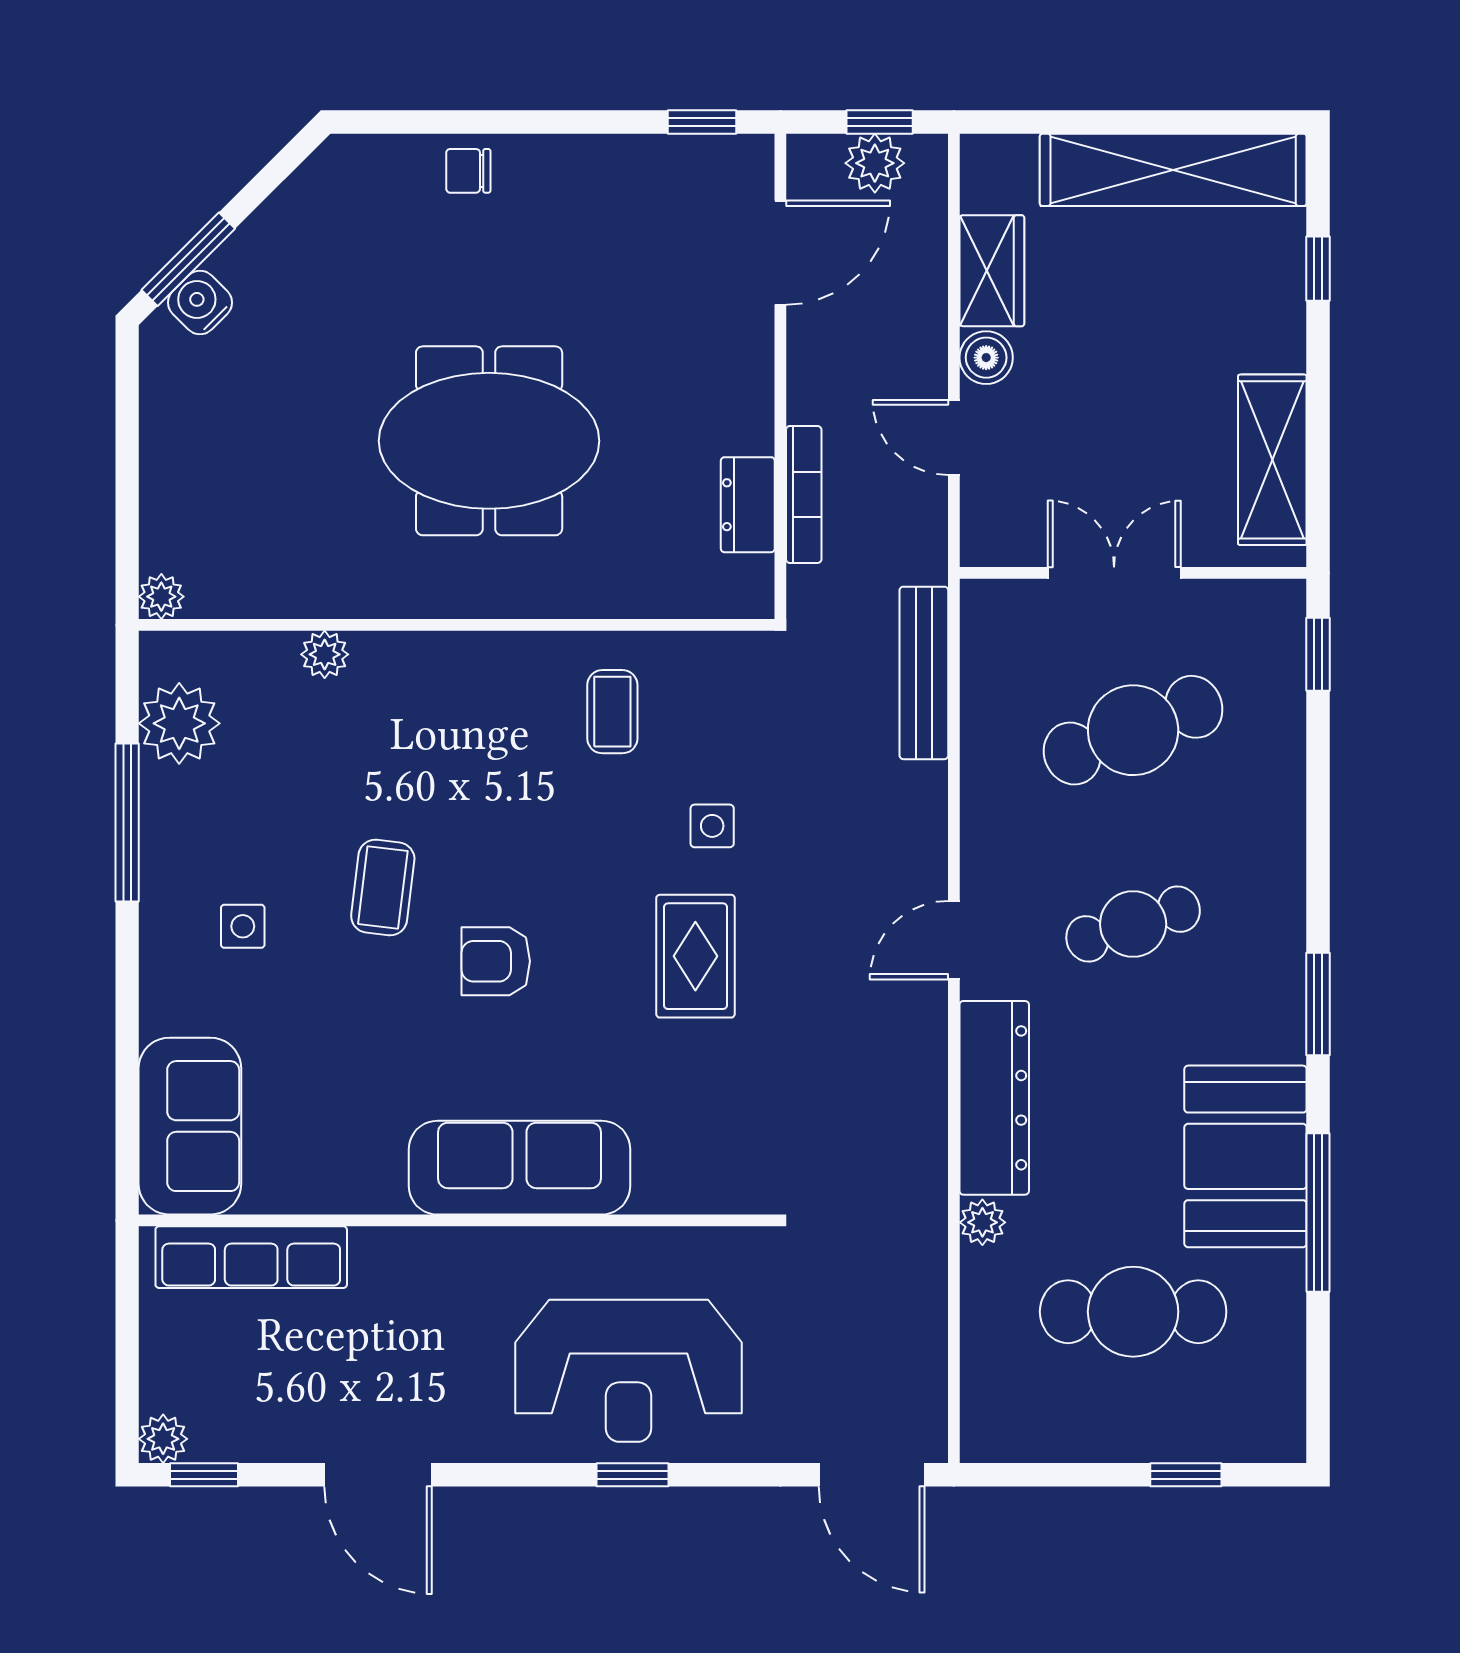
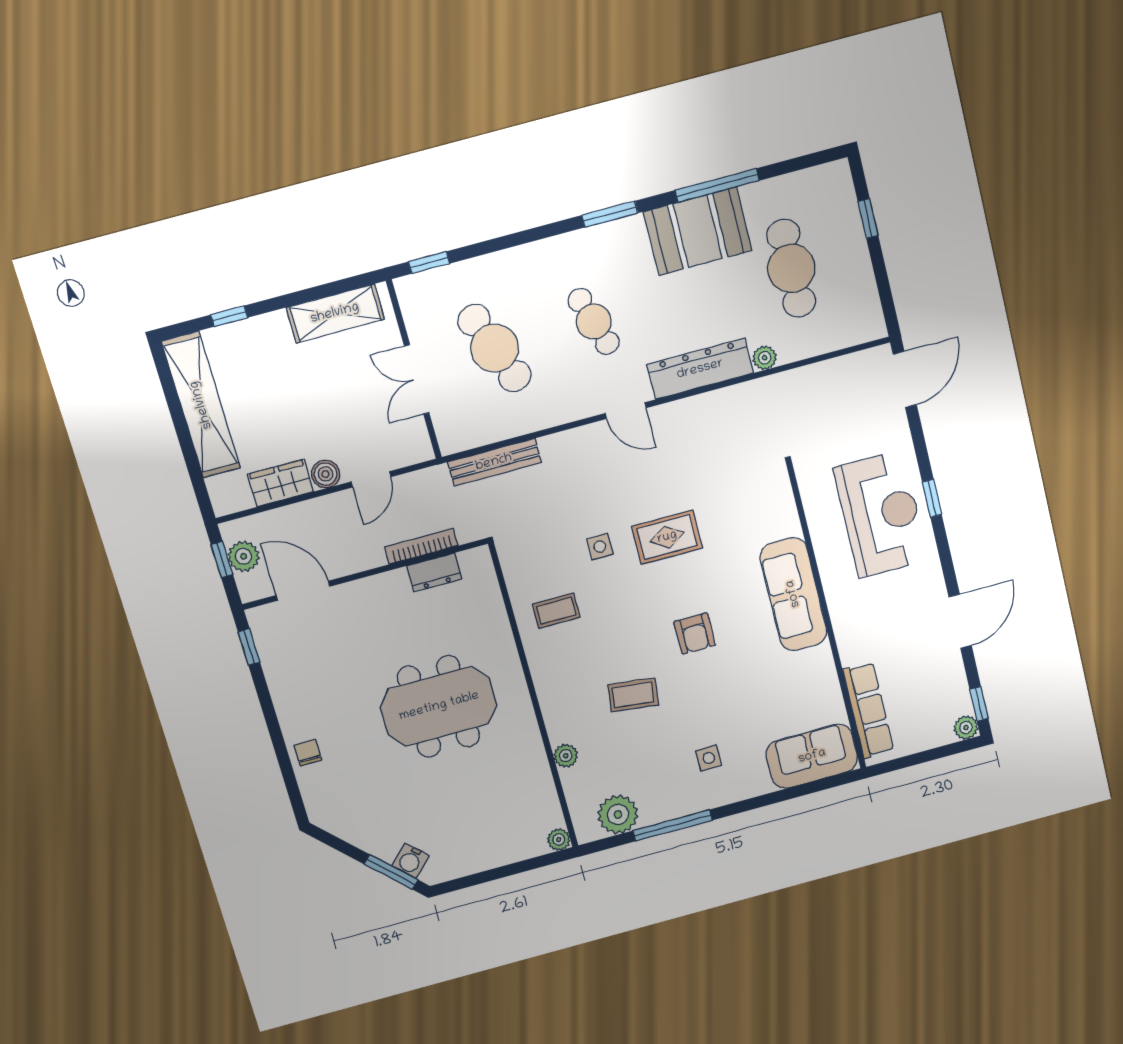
chair: (468, 171) -> (308, 753), turned 180
meeting table: (489, 441) -> (439, 706), turned 90
coffee table: (383, 887) -> (633, 695), moved

